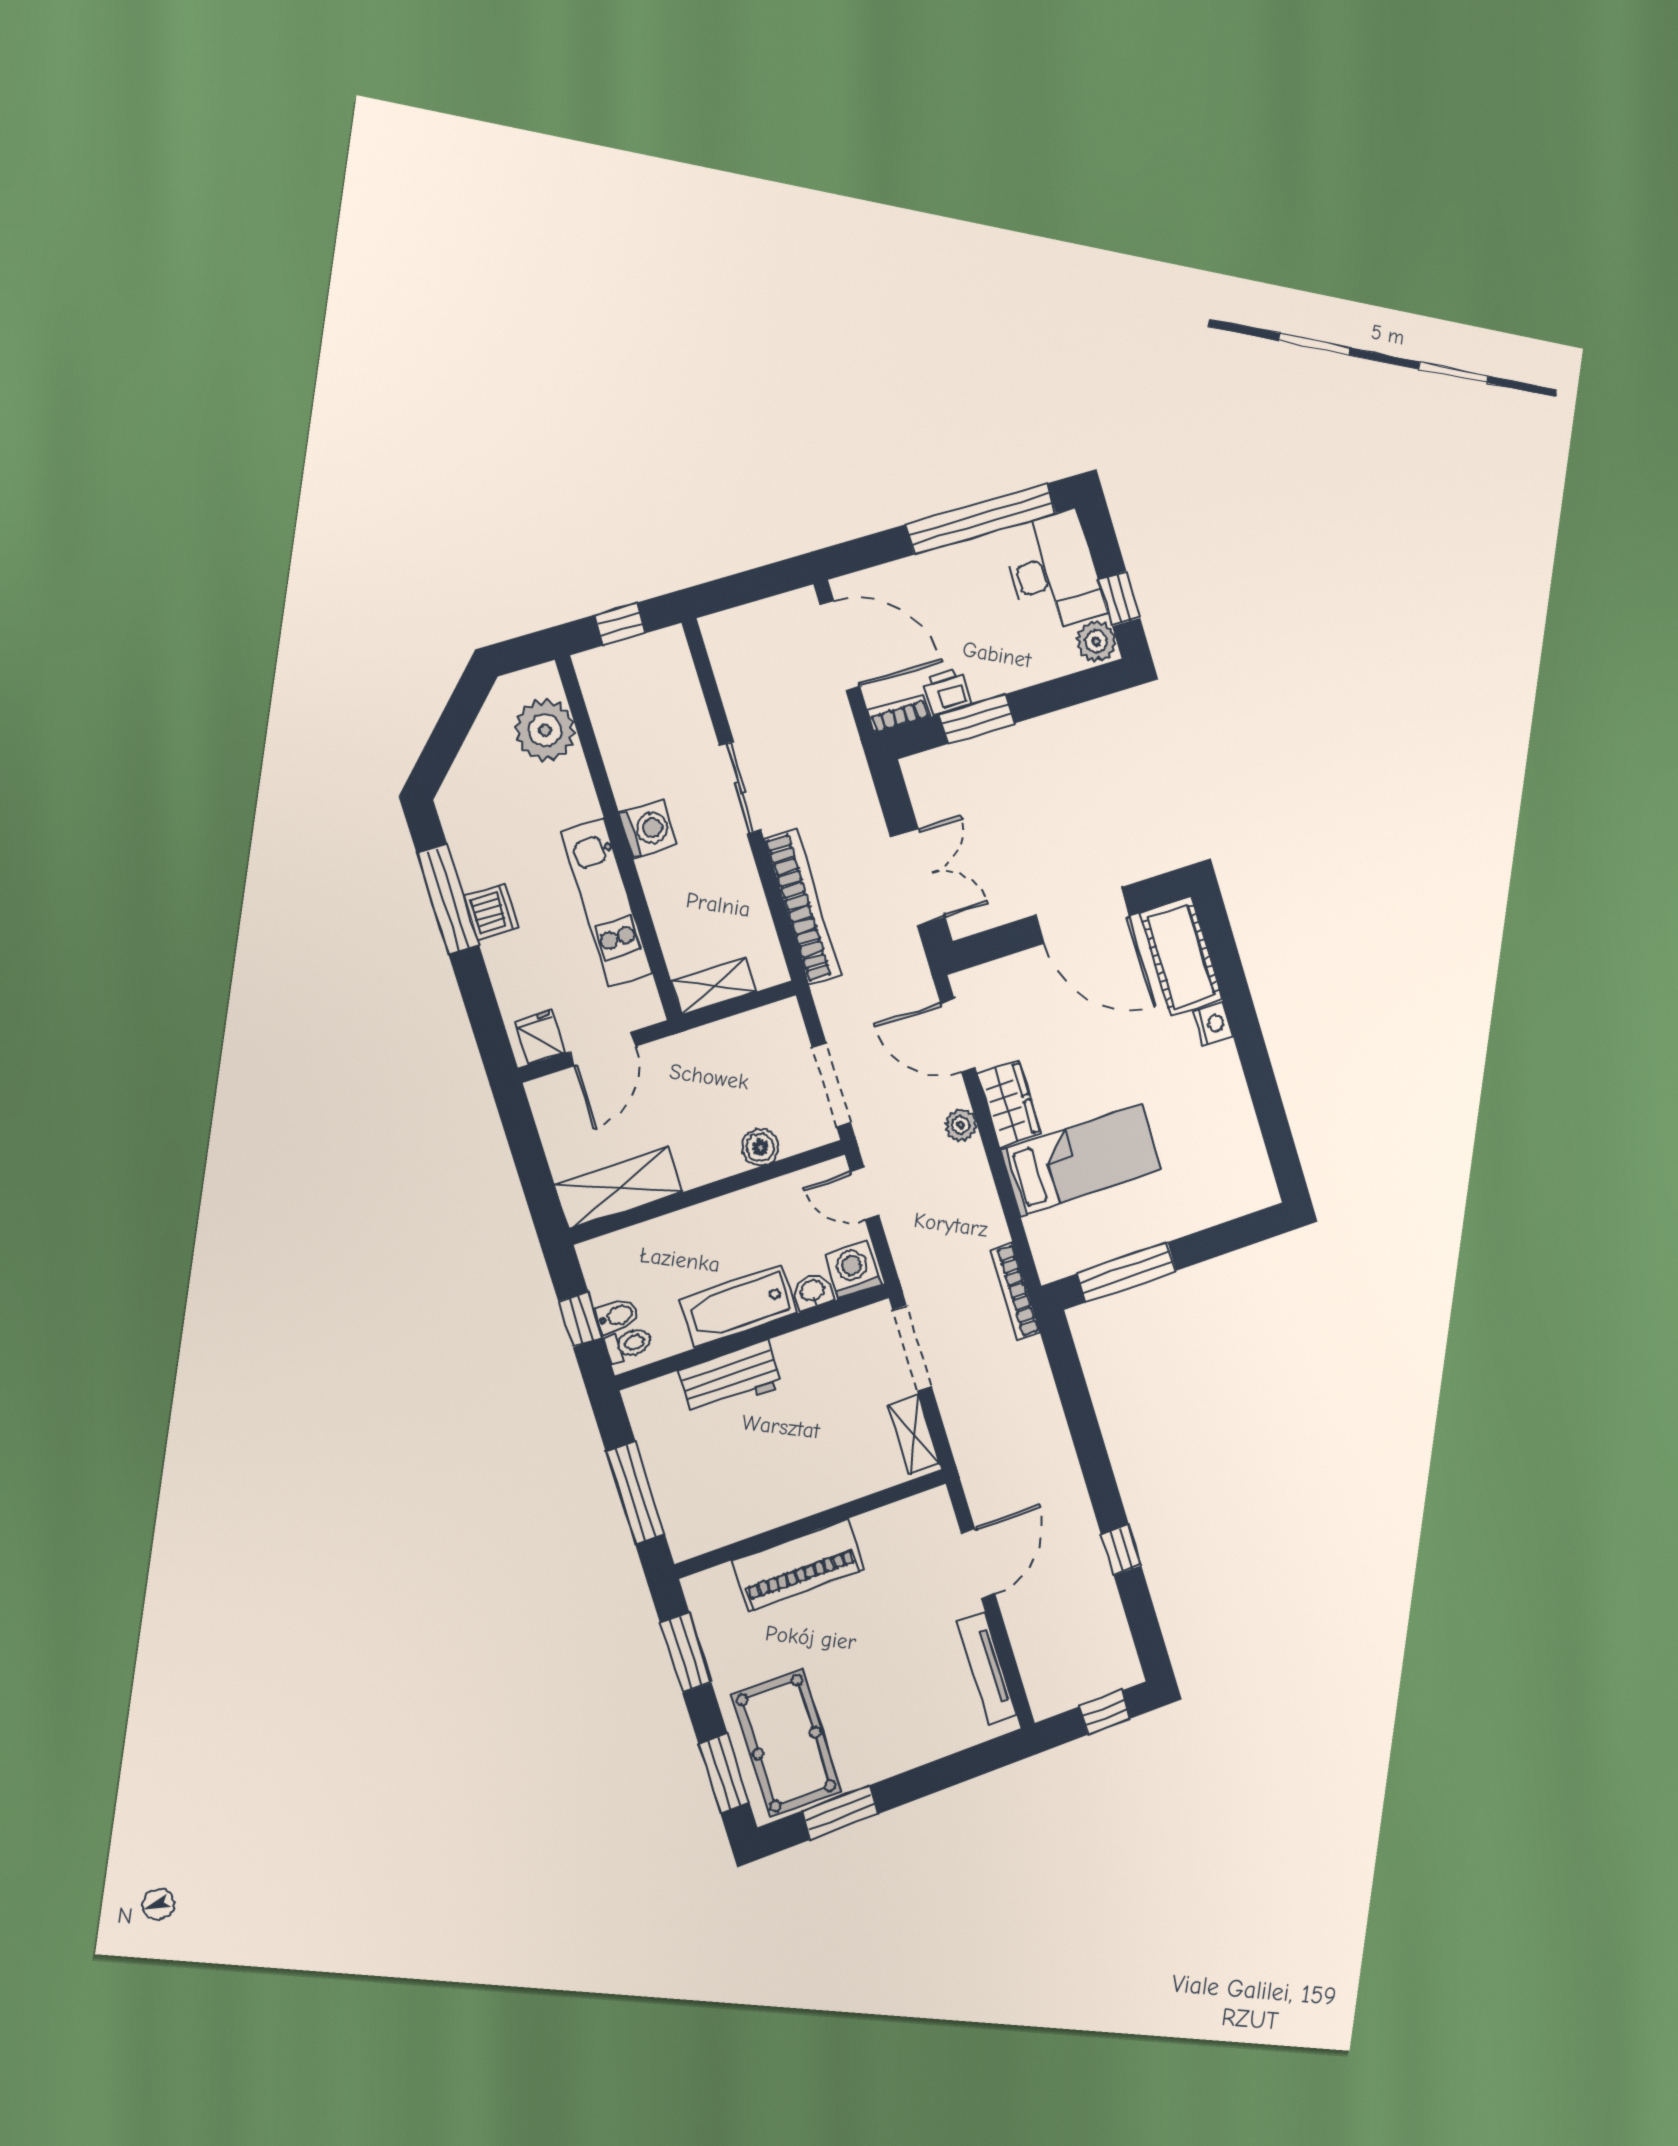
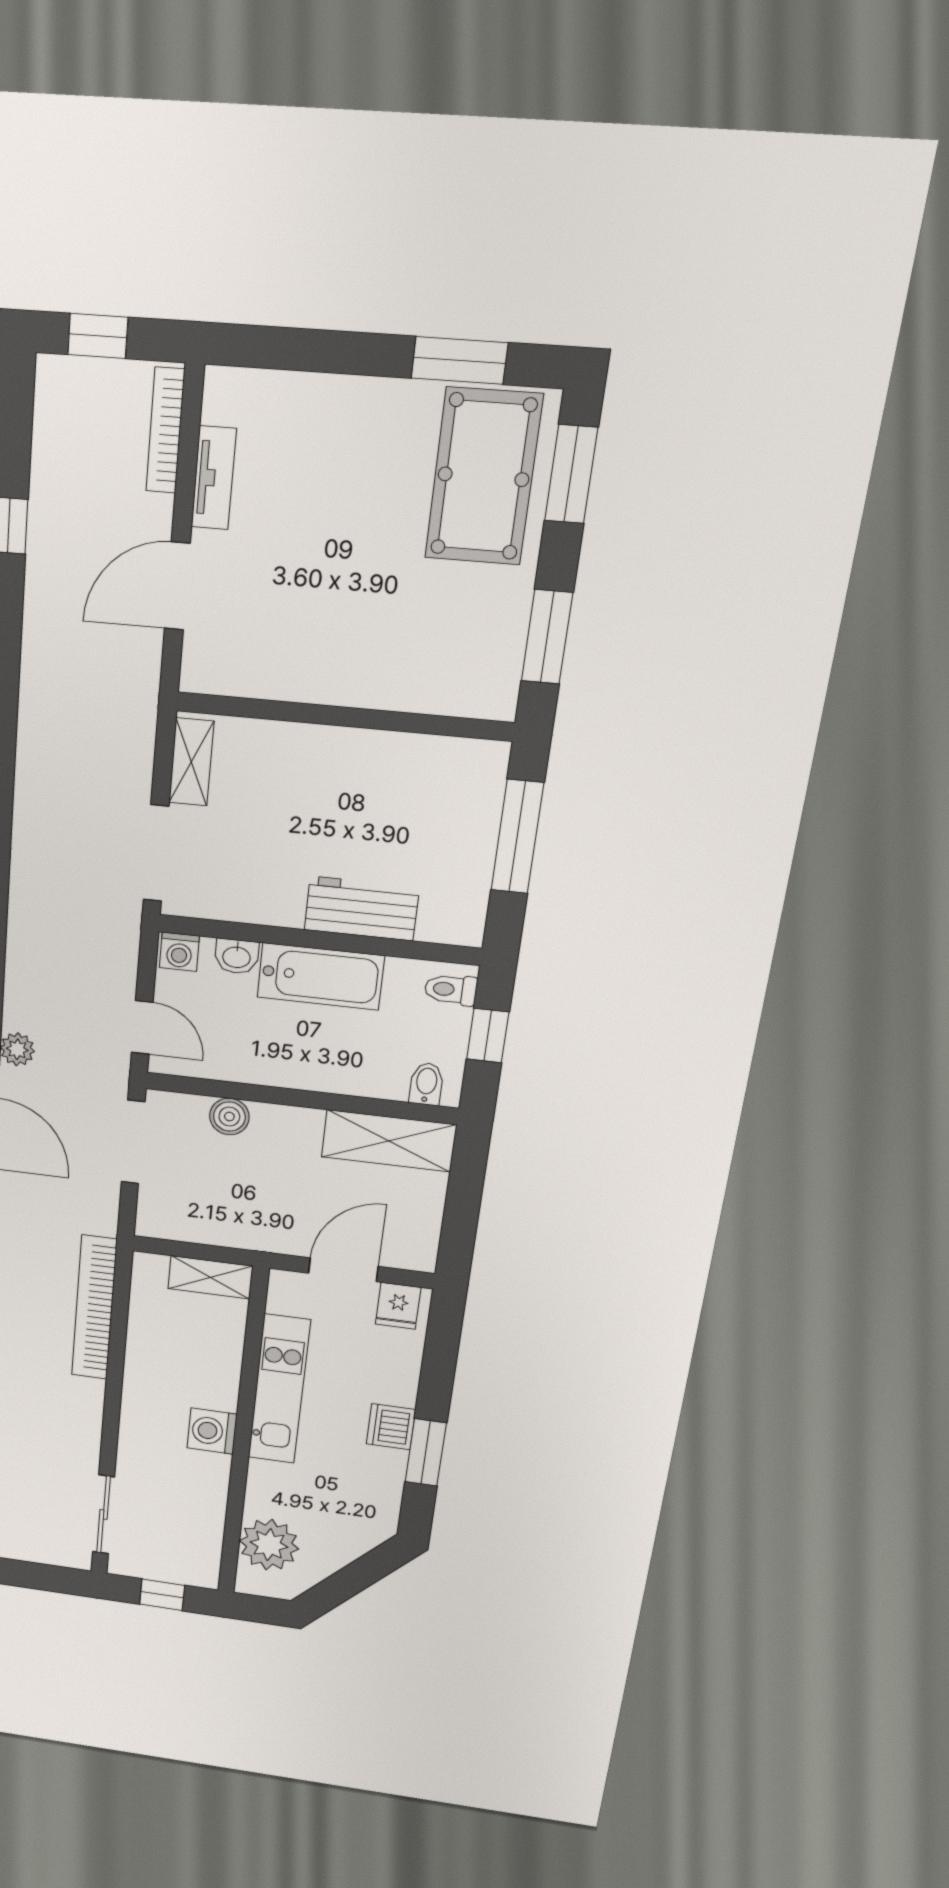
sliding door: (740, 788) -> (104, 1514), moved
window: (448, 900) -> (426, 1452), width x0.69
washing machine: (853, 1270) -> (179, 952), width x0.73, depth x0.73
bookcase: (1015, 1291) -> (165, 430), moved, turned 180
bidet: (617, 1316) -> (426, 1084), moved, turned 90
piano: (798, 1565) -> (378, 678), removed
tv unit: (987, 1668) -> (214, 478), width x0.71

